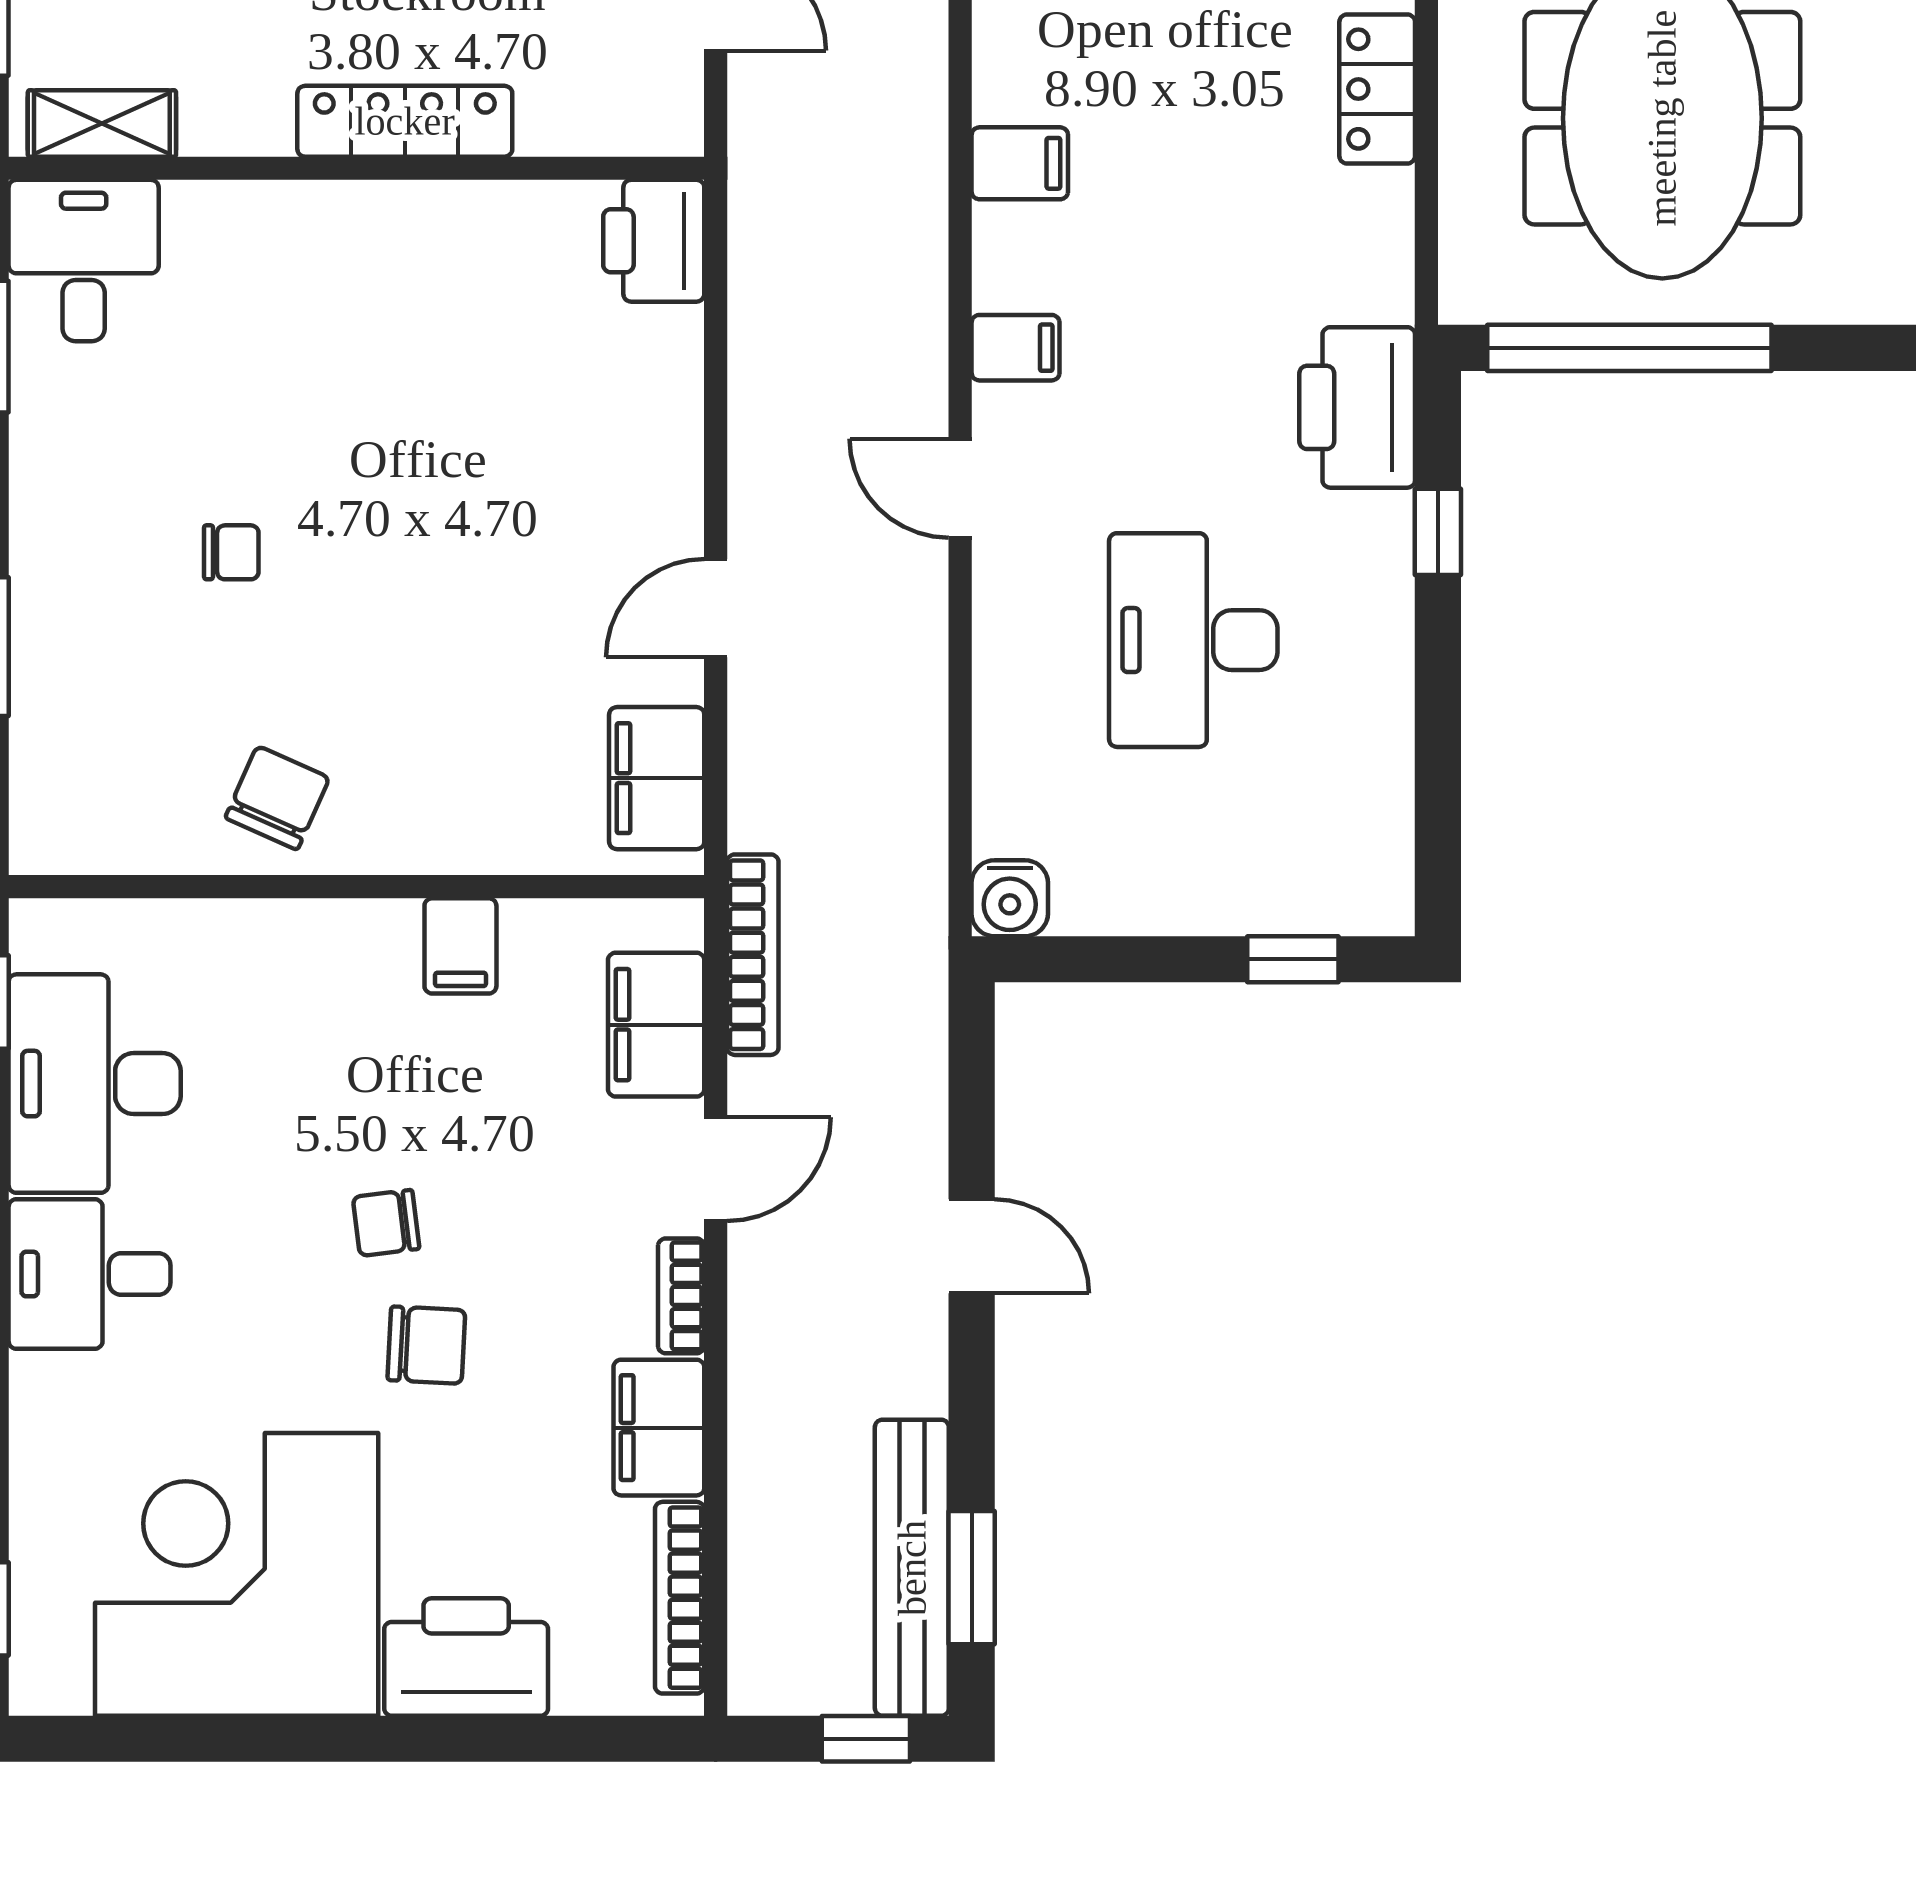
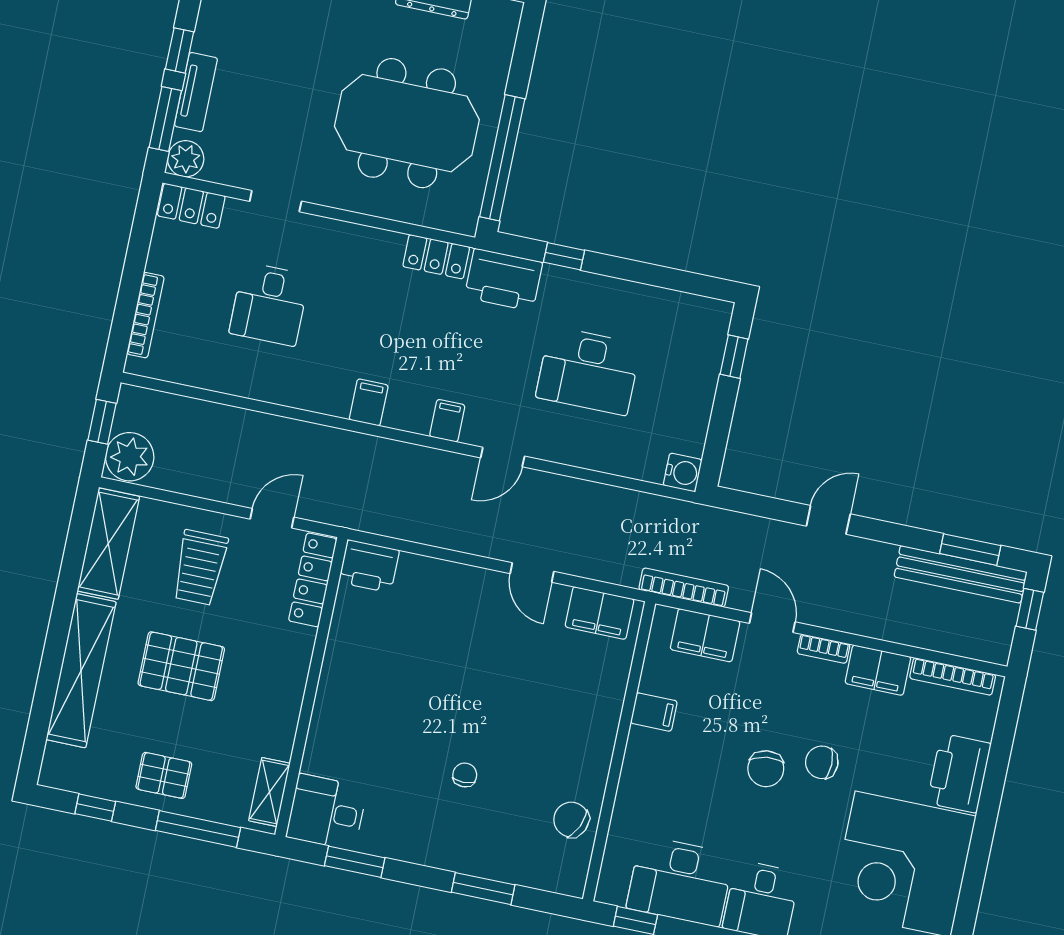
locker: (1377, 89) -> (436, 257), moved
locker: (405, 121) -> (313, 580), moved
chair: (277, 798) -> (571, 820), moved
chair: (386, 1223) -> (766, 769), width x1.37, depth x1.37
chair: (426, 1345) -> (822, 762), turned -93

